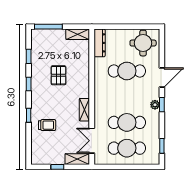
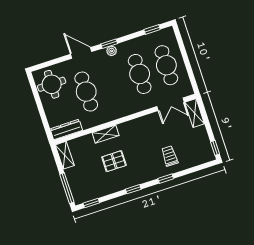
window: (29, 56) -> (91, 203), moved
shelving: (84, 110) -> (106, 134), moved
window: (57, 167) -> (215, 148), moved

